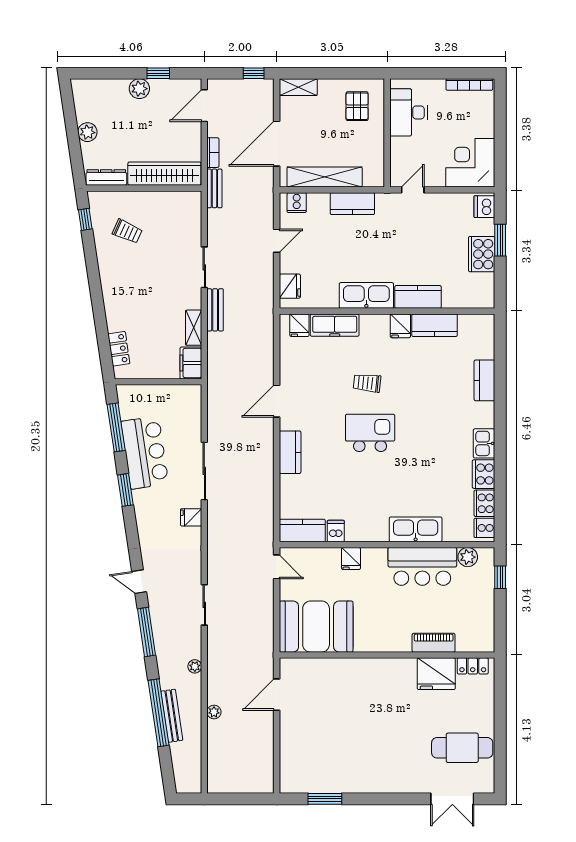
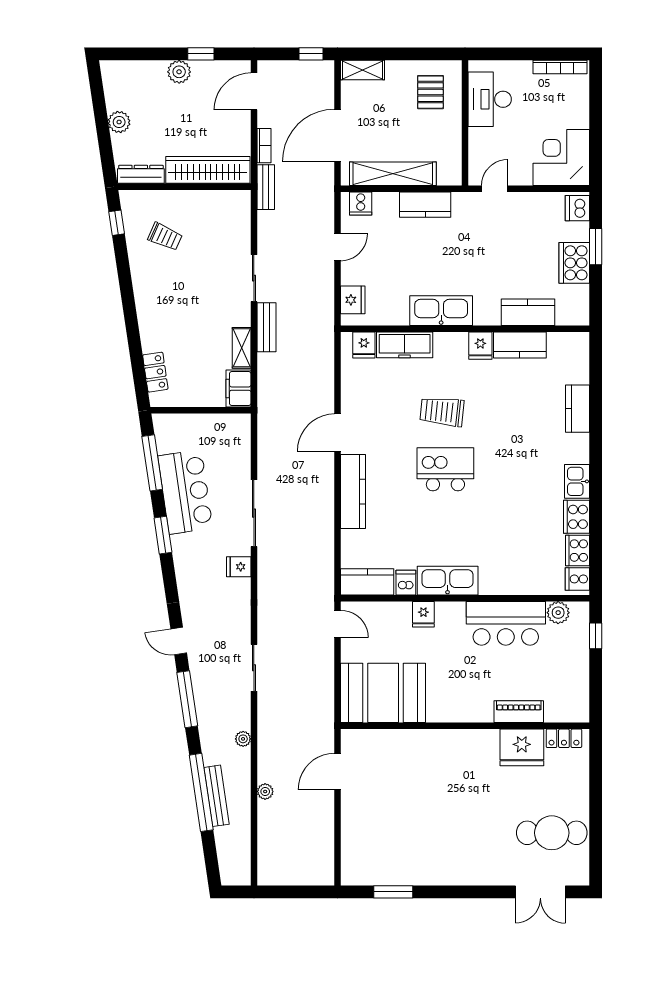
kitchen counter: (418, 297) -> (528, 312), moved
trolley: (367, 383) -> (442, 412), width x1.36, depth x1.39
kitchen counter: (290, 452) -> (353, 492), width x1.50
kitchen sink: (416, 529) -> (448, 581), moved

